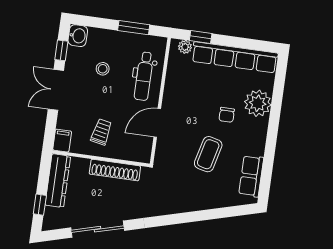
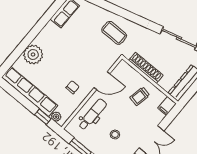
chair: (227, 115) -> (73, 87), moved
coffee table: (208, 154) -> (114, 33), moved, turned 76

